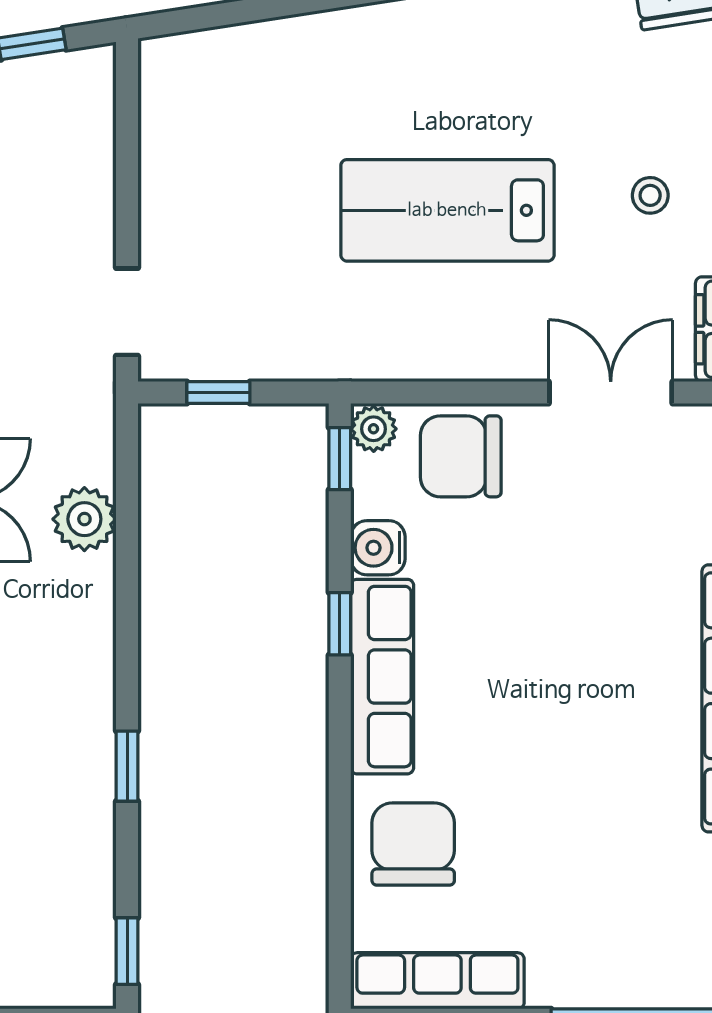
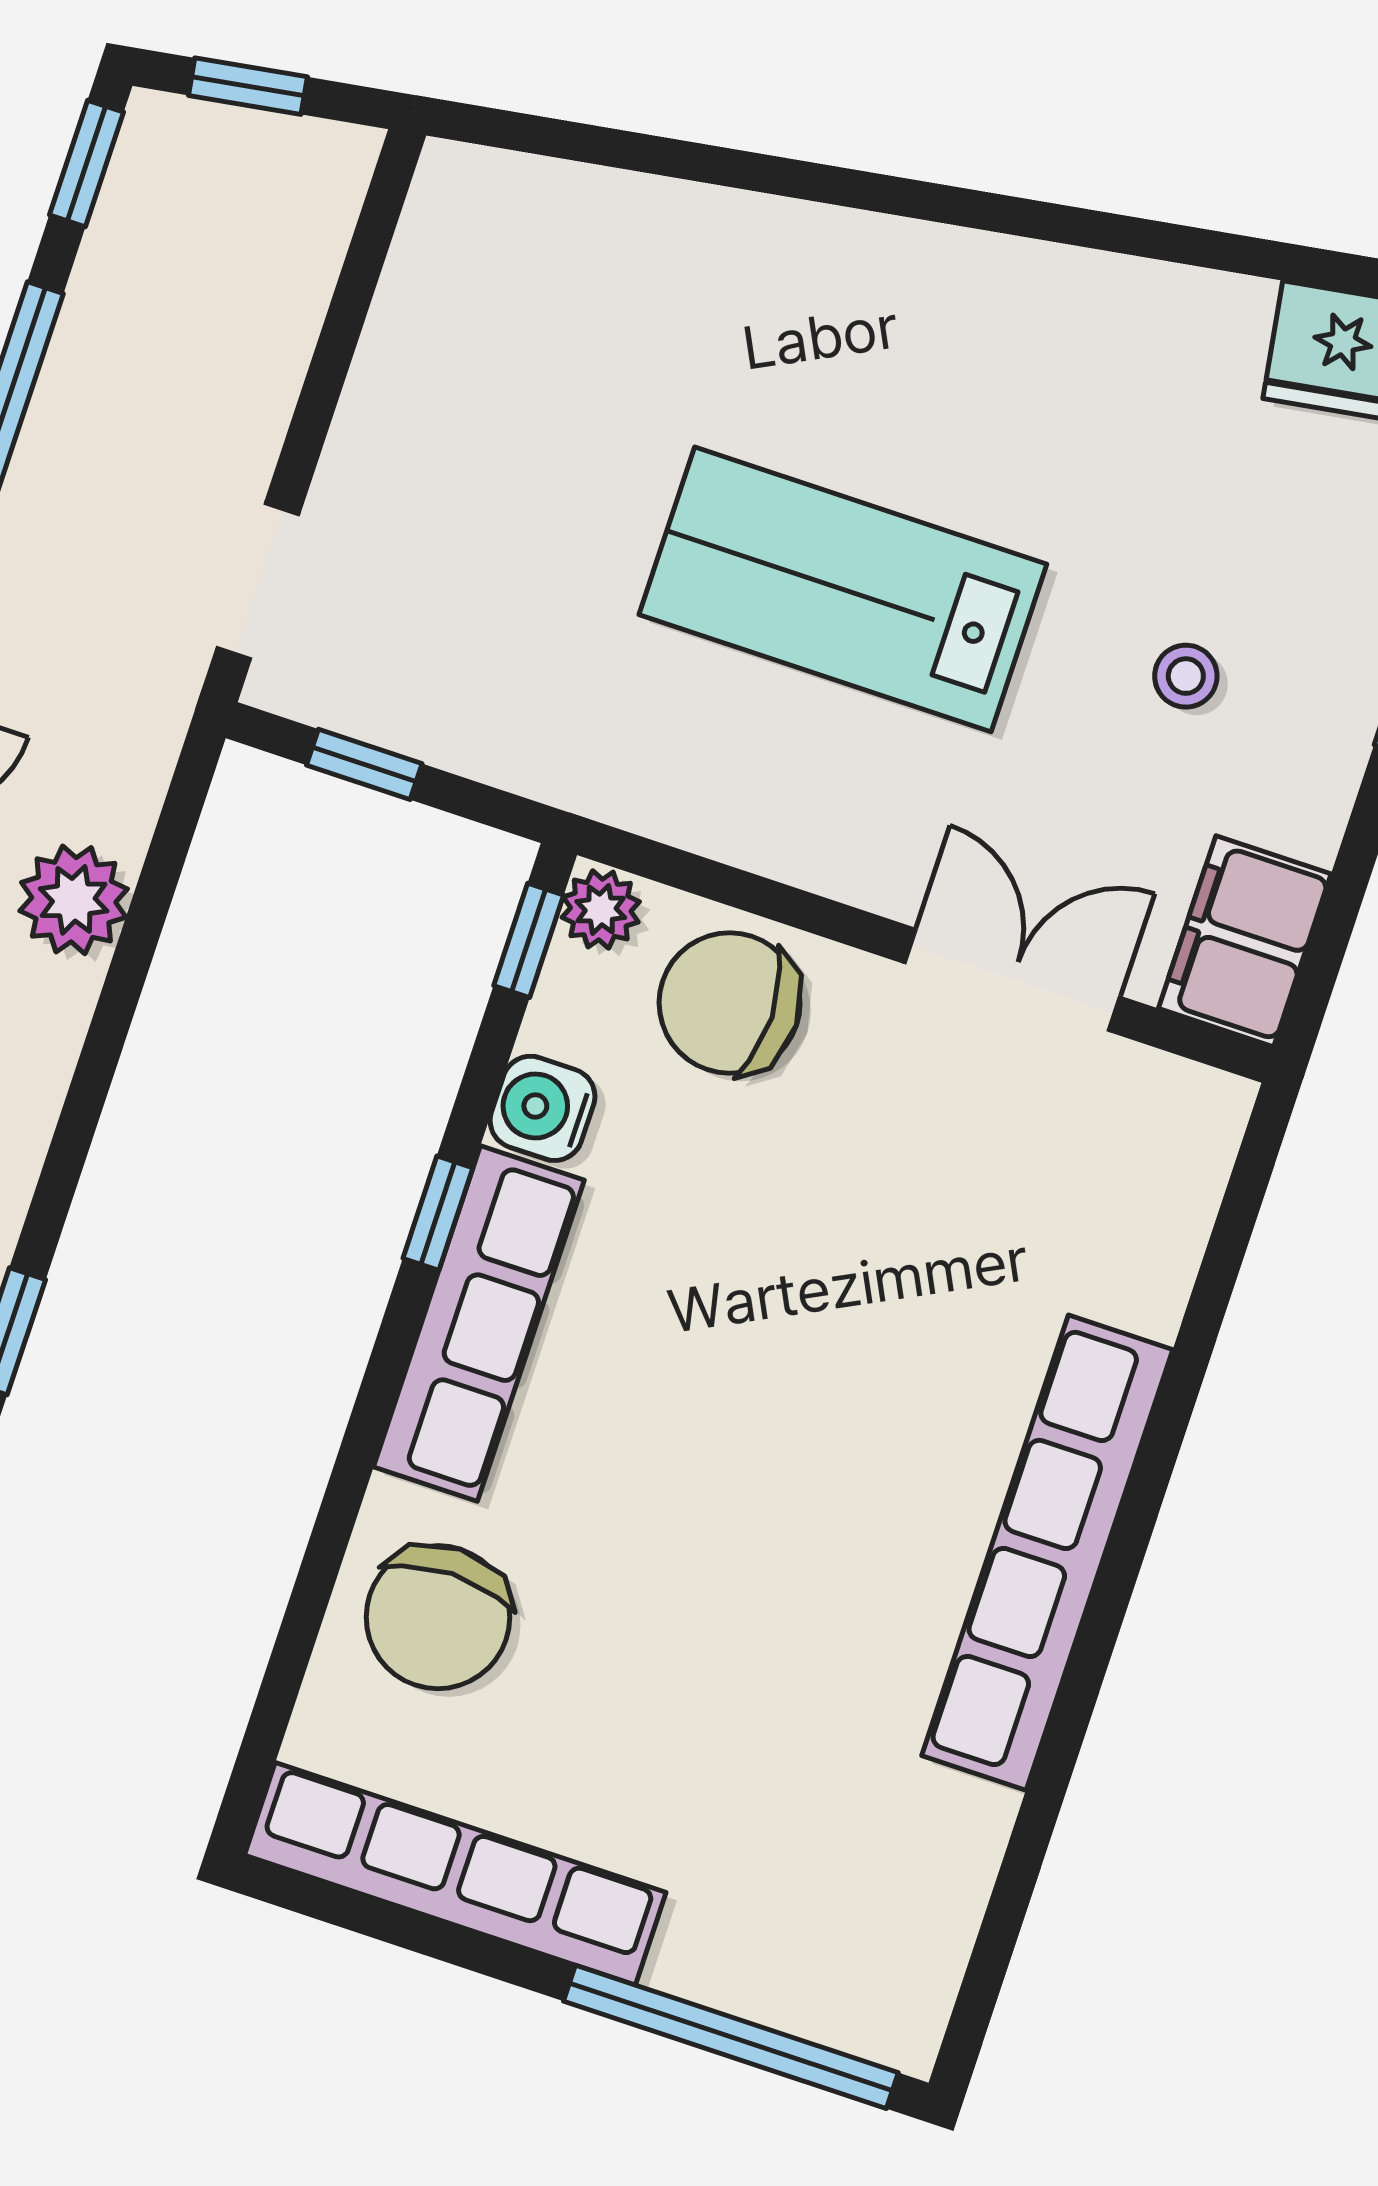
chair: (413, 844) -> (438, 1617), turned 180
row of seats: (437, 981) -> (455, 1874), width x1.36

